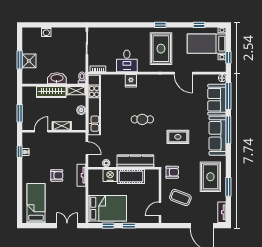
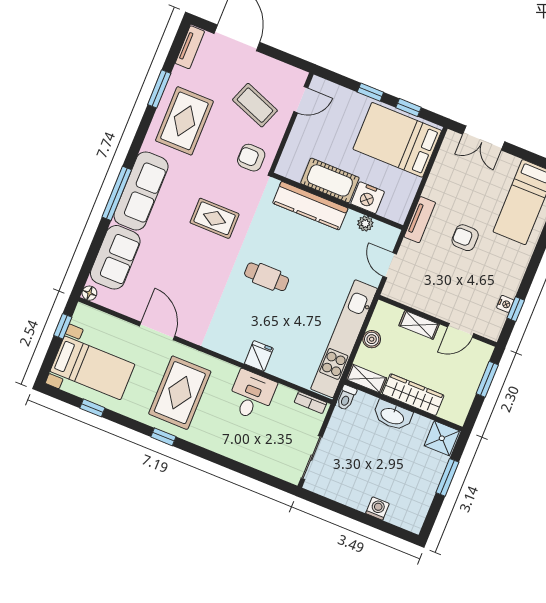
shower: (29, 61) -> (442, 438), moved
window: (228, 96) -> (91, 256), removed

